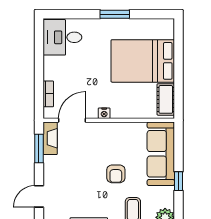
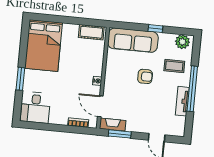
window: (115, 14) -> (20, 79), moved
bed: (143, 61) -> (43, 45), moved

